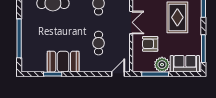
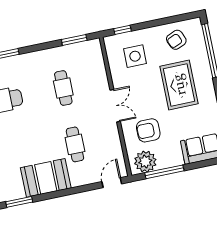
booth: (63, 62) -> (46, 178), moved
plant: (162, 65) -> (145, 162), moved

